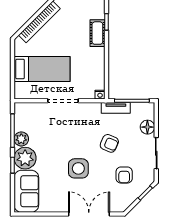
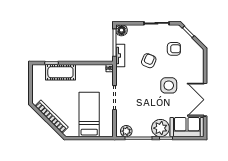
cot: (97, 33) -> (60, 72), width x1.37, depth x1.34
floor lamp: (147, 127) -> (122, 30), moved
plant: (21, 139) -> (126, 131), moved
double door: (89, 214) -> (205, 100), moved

